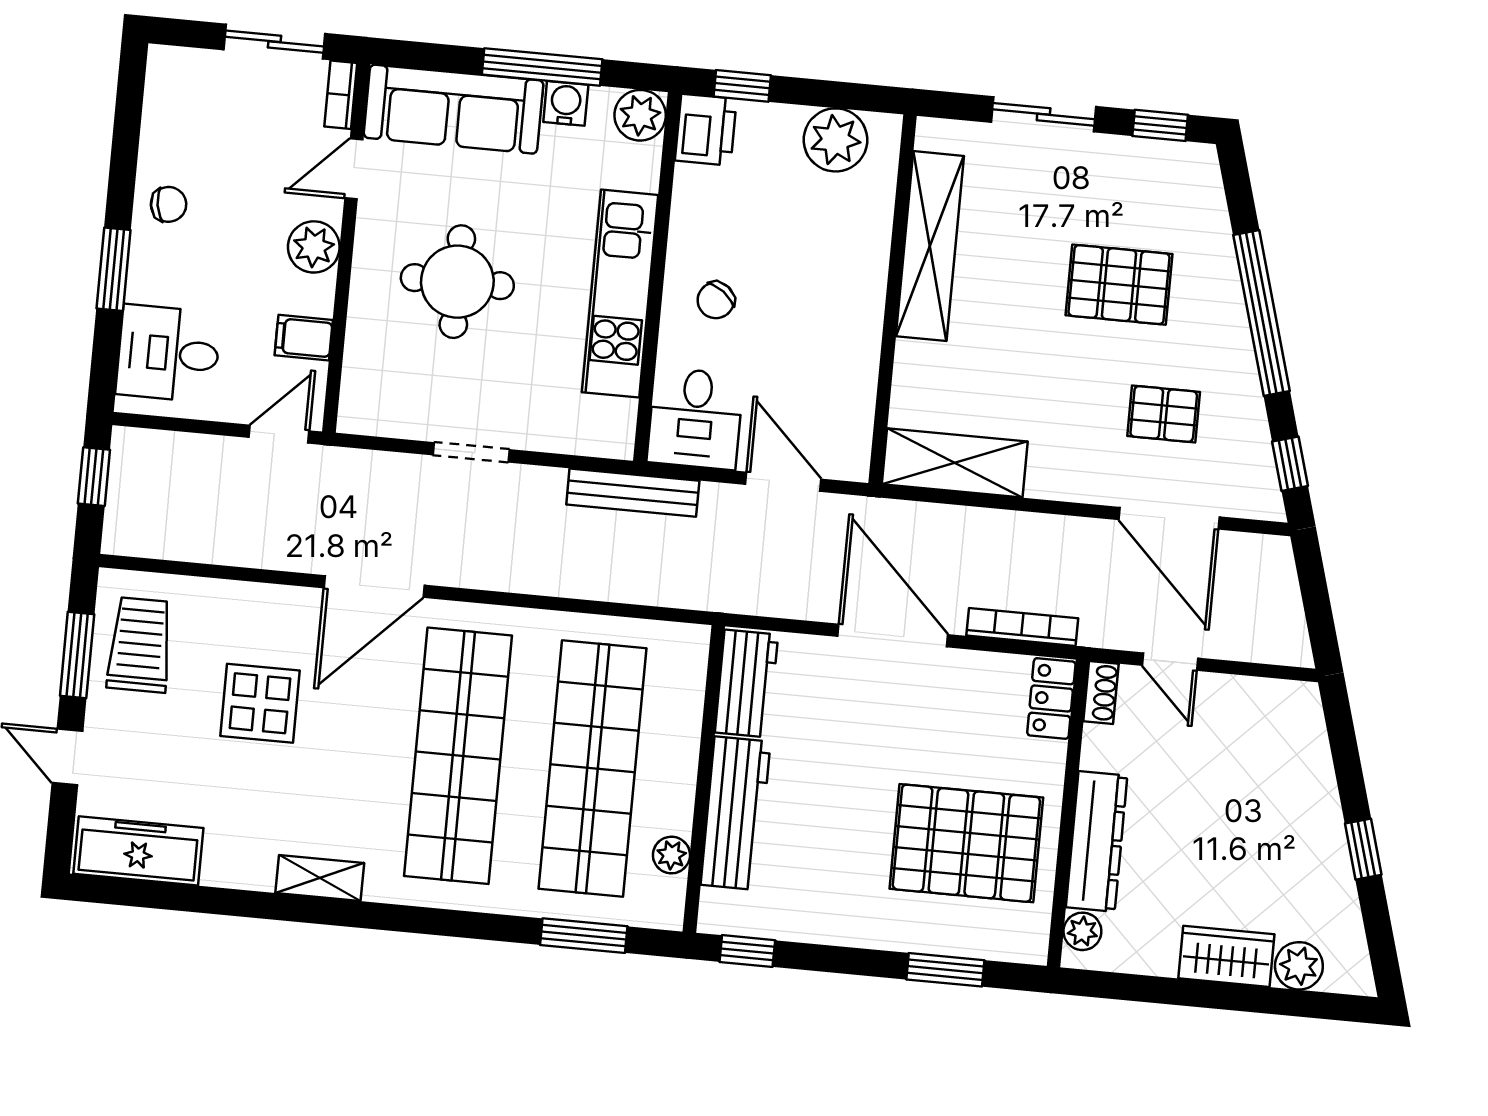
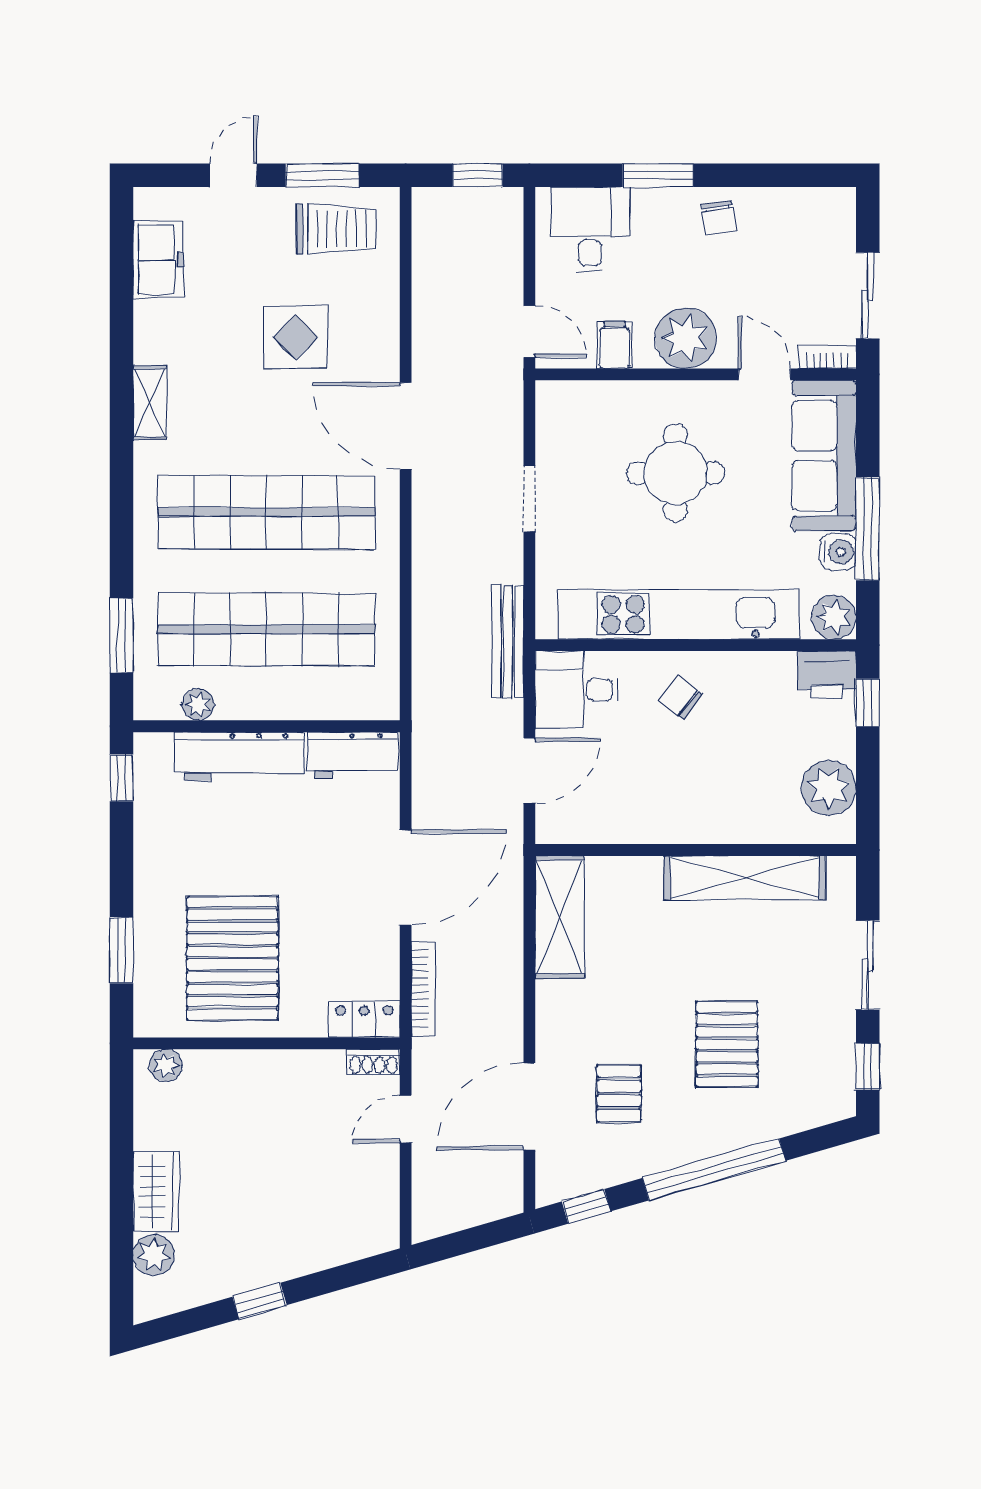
plant: (314, 247) -> (686, 338), width x1.36, depth x1.36
kitchen unit: (620, 294) -> (678, 614), width x1.36
dresser: (1097, 841) -> (245, 1070), removed
freezer: (138, 851) -> (158, 260), width x0.71

